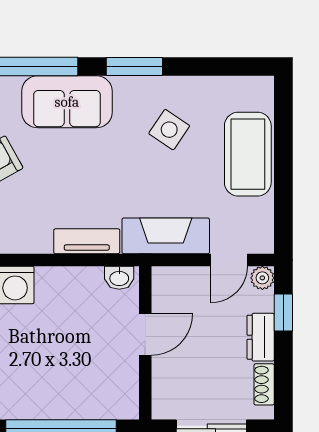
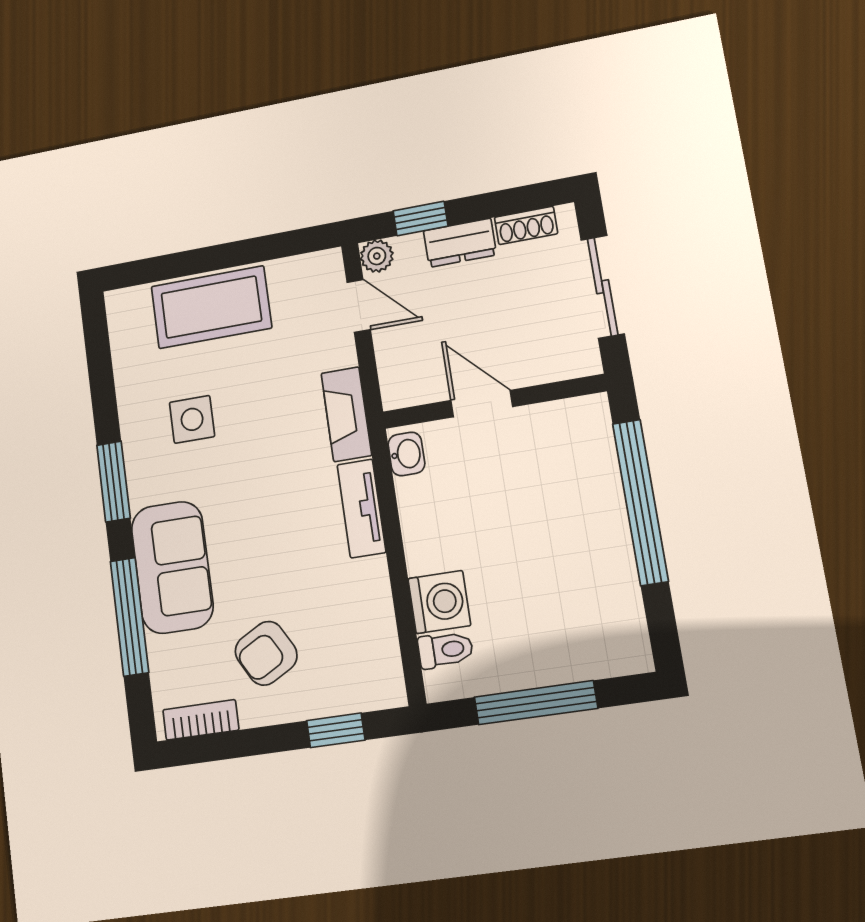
side table: (169, 130) -> (192, 419), turned -34
fireplace: (166, 236) -> (346, 414), width x0.73, depth x0.76

